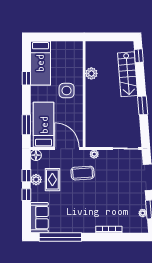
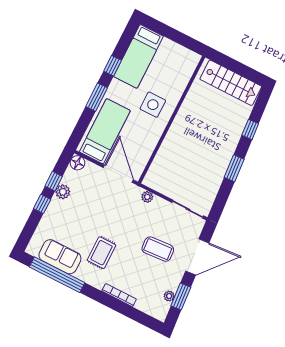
window: (139, 56) -> (250, 129), moved
plant: (91, 73) -> (193, 99), removed
stairs: (128, 74) -> (231, 83), moved, turned -86
window: (26, 125) -> (97, 97), moved
coffee table: (83, 173) -> (158, 249), moved
rug: (52, 180) -> (102, 253), moved
sofa: (39, 218) -> (60, 257), moved, turned -90

